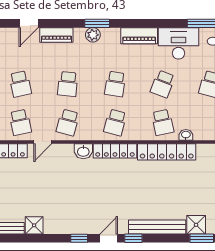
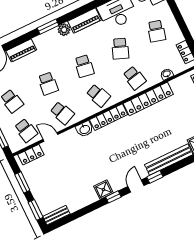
plant: (93, 35) -> (64, 30), moved
school desk: (68, 122) -> (62, 113), turned -39
school desk: (115, 122) -> (98, 95), turned -39
washbasin: (186, 135) -> (167, 74), moved
door: (43, 142) -> (50, 137), swing flipped
shower: (34, 225) -> (103, 190), moved

